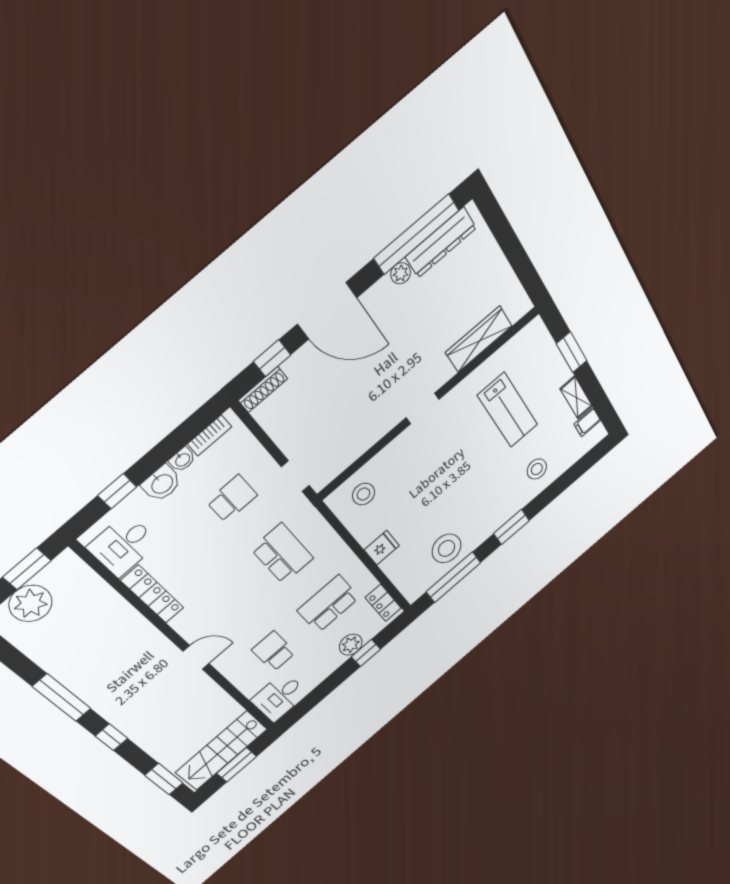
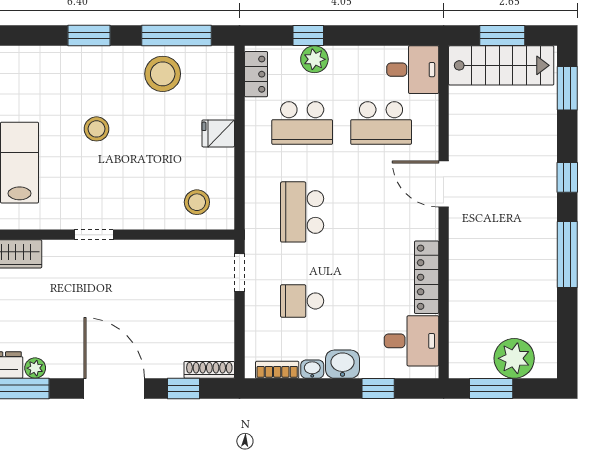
stool: (537, 469) -> (96, 129), moved
school desk: (274, 651) -> (381, 123), width x1.85
door: (196, 657) -> (444, 184), width x1.38

